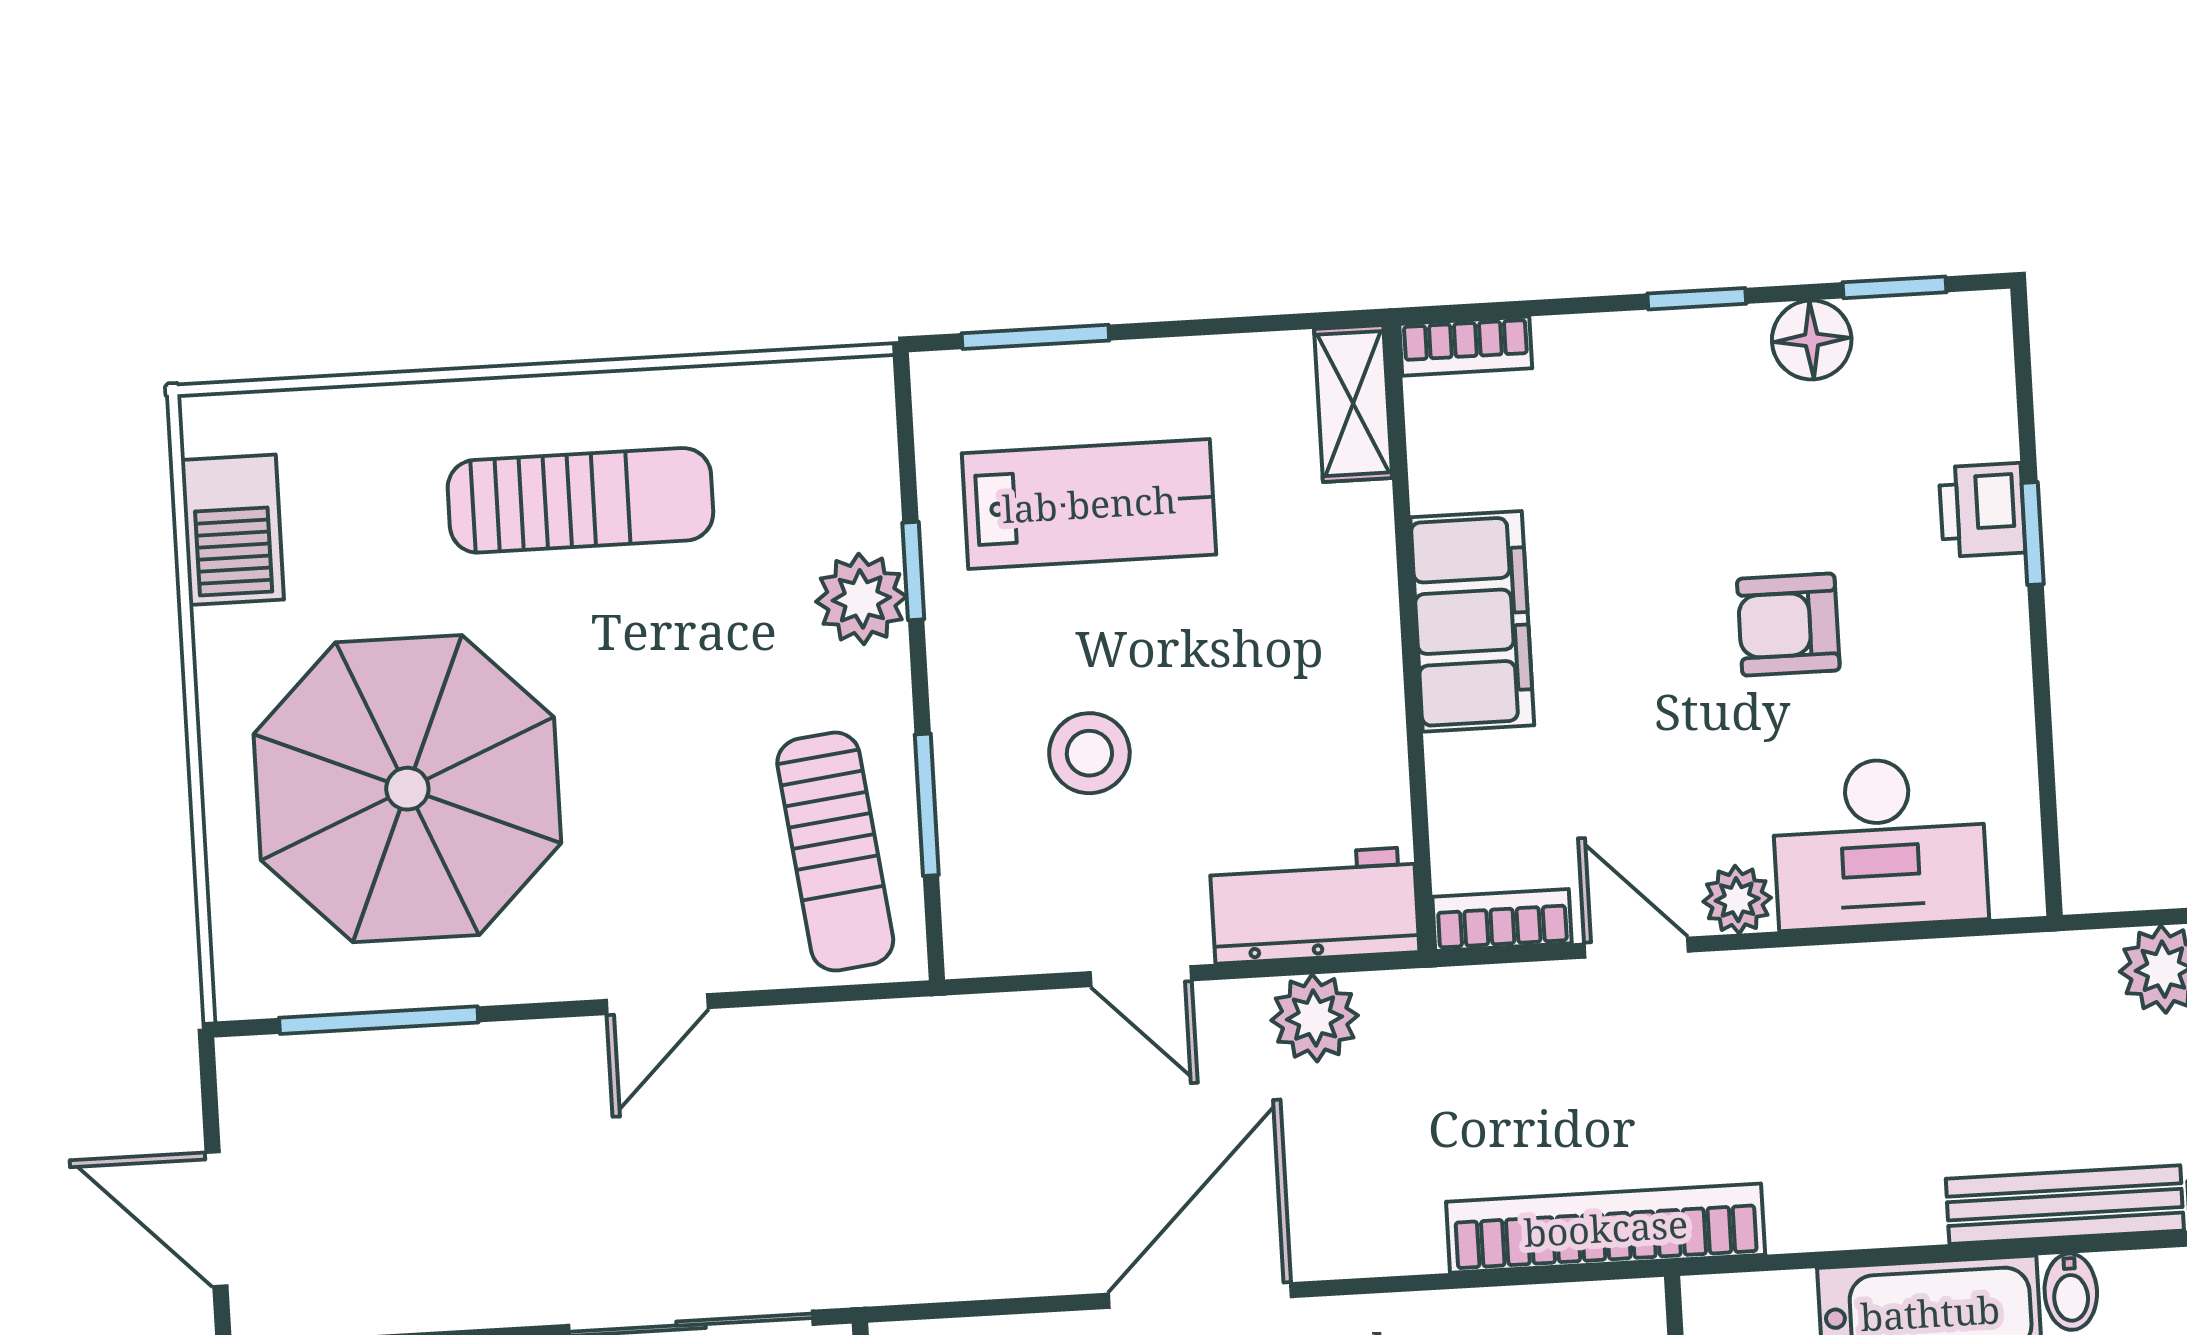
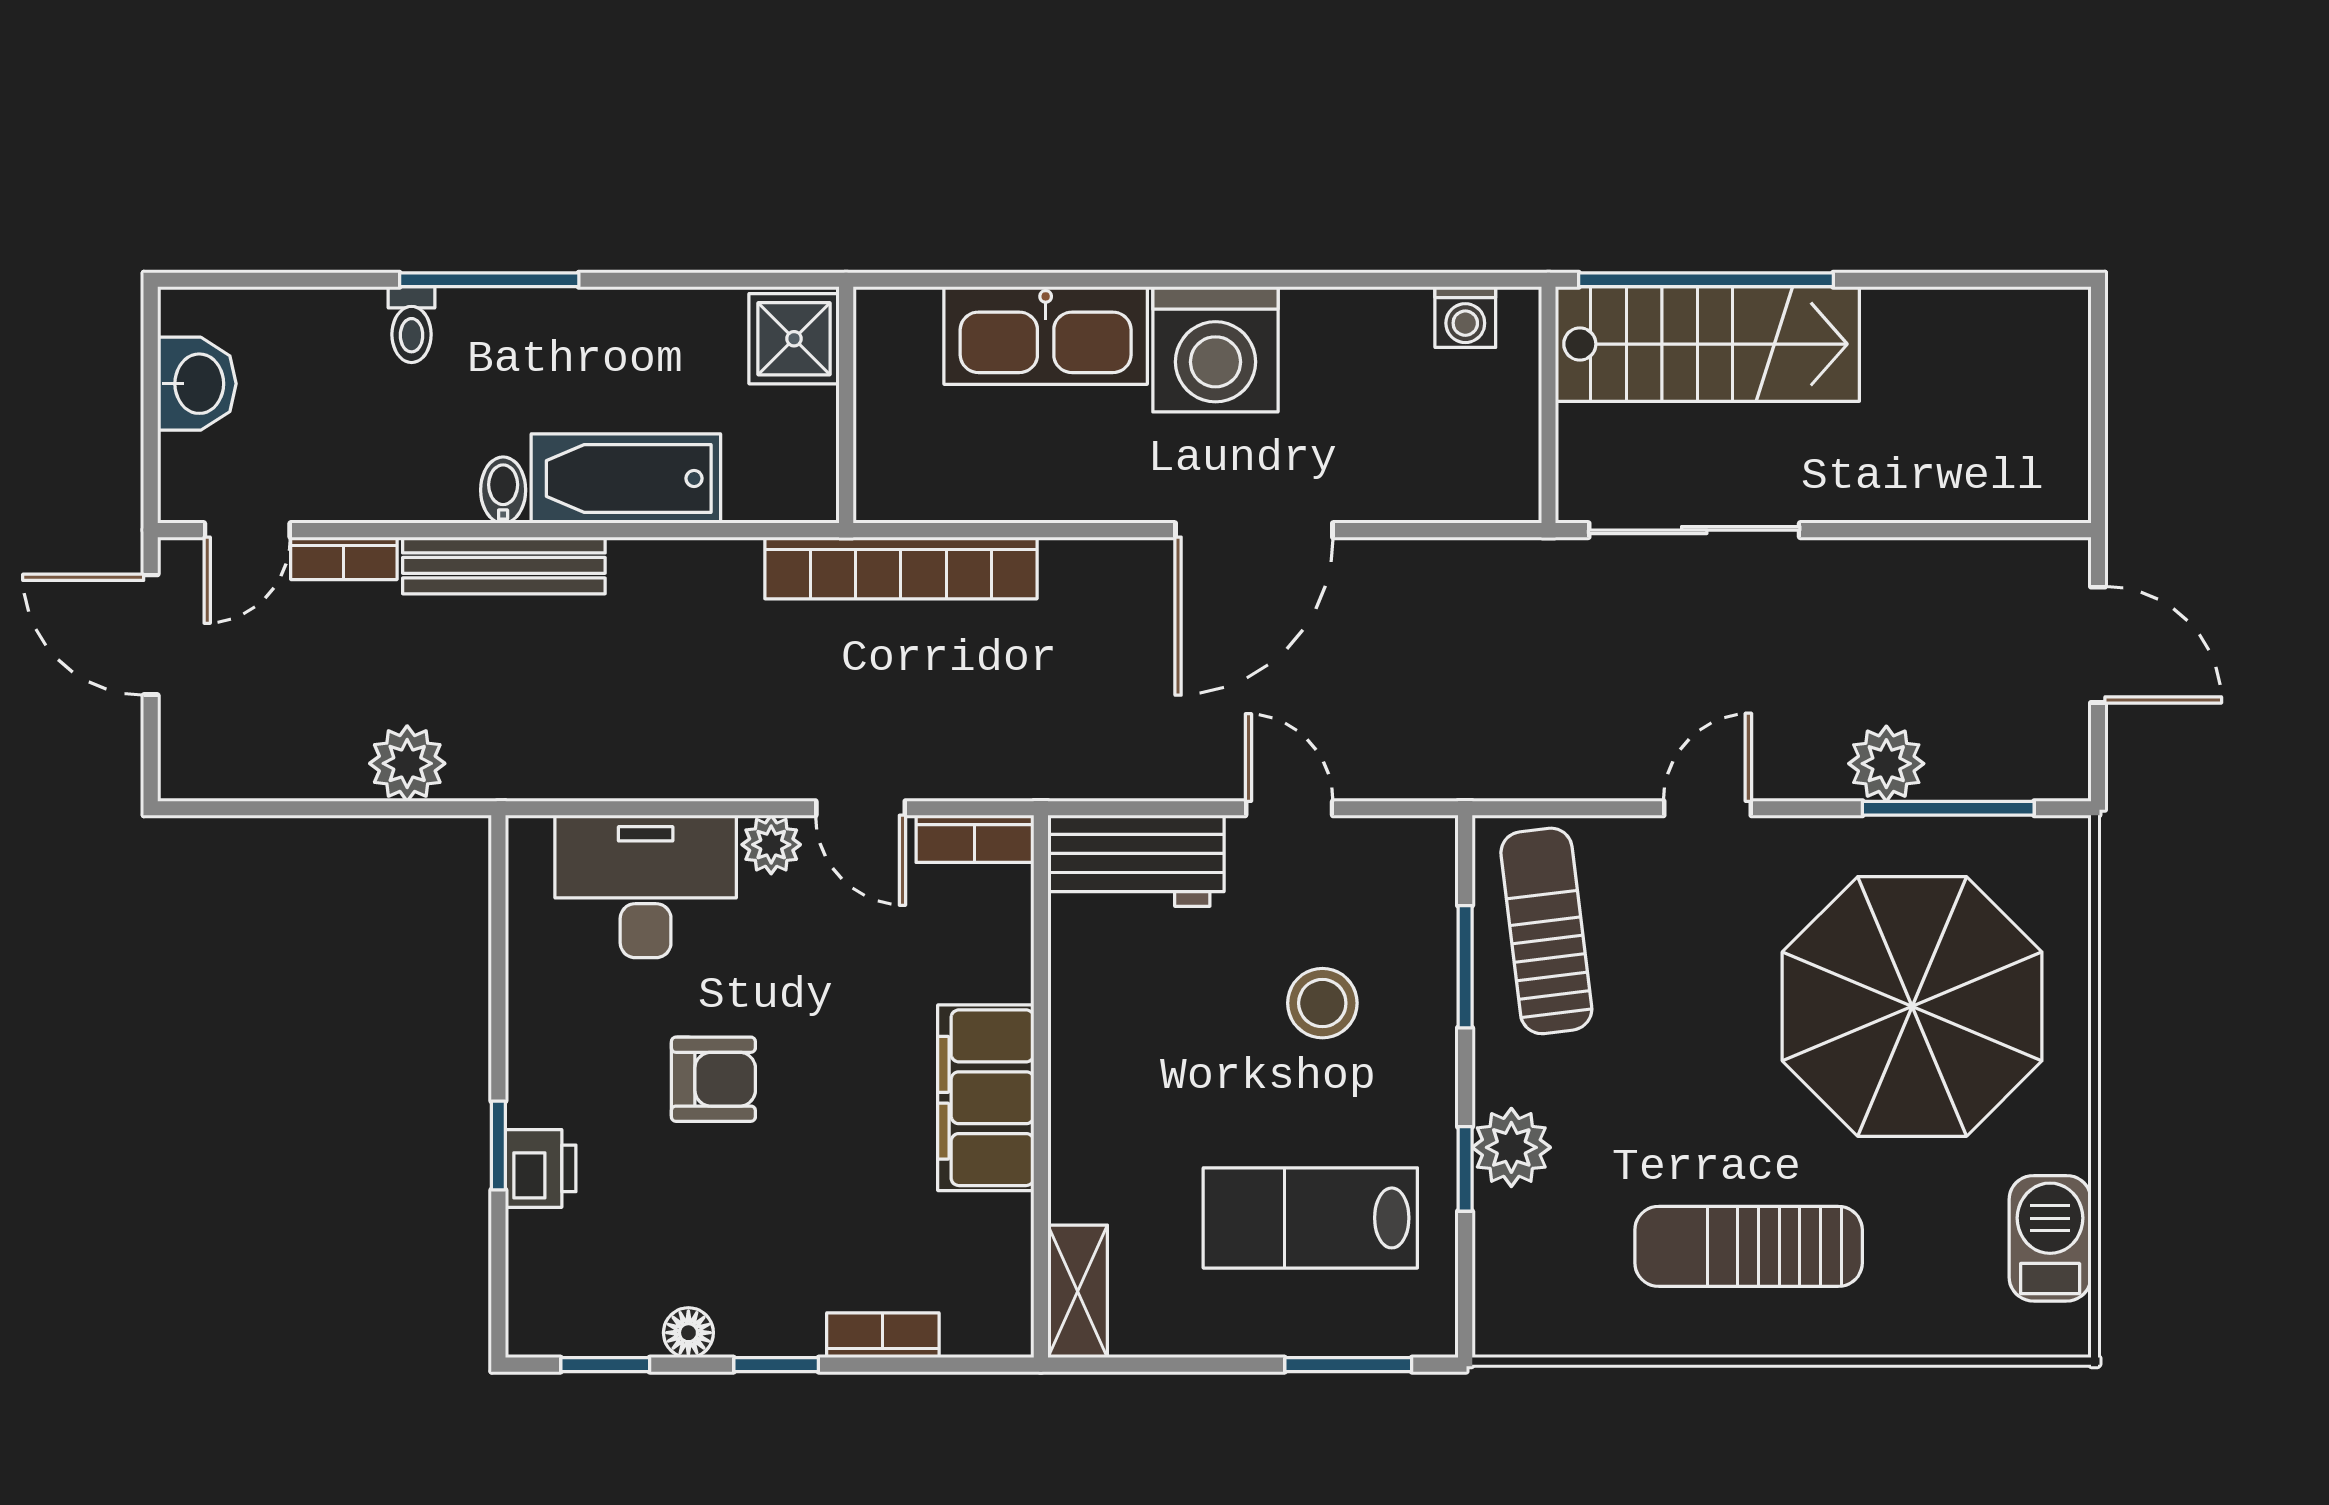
floor lamp: (1812, 340) -> (688, 1333), width x0.73, depth x0.73
bookcase: (1466, 346) -> (883, 1335), moved
plant: (1315, 1018) -> (1886, 764), moved

